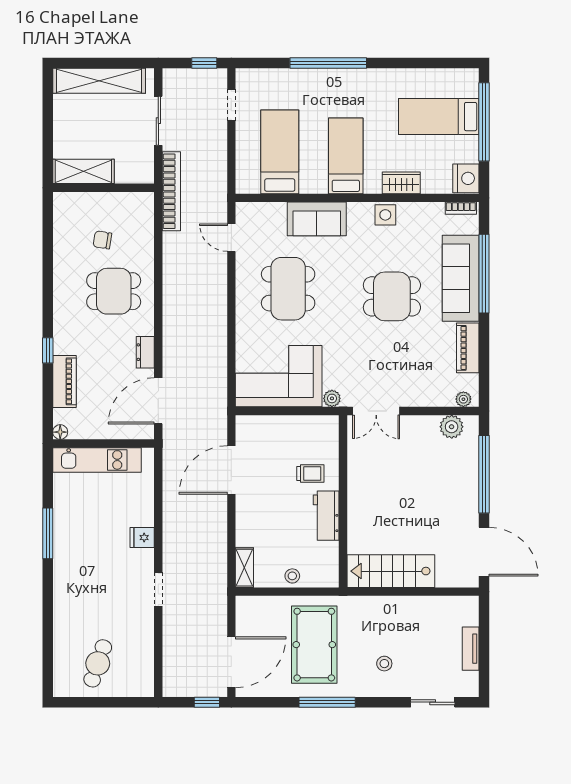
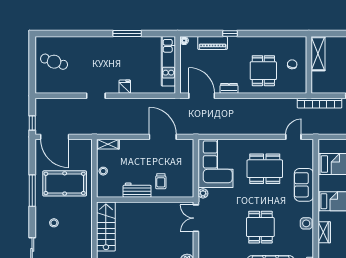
shelving: (83, 171) -> (318, 54), moved
wall: (104, 188) -> (309, 65), moved

